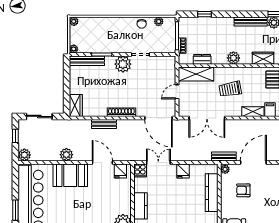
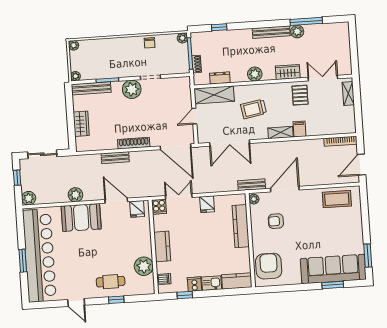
plant: (159, 21) -> (182, 38), moved
wardrobe: (76, 106) -> (81, 124), moved

